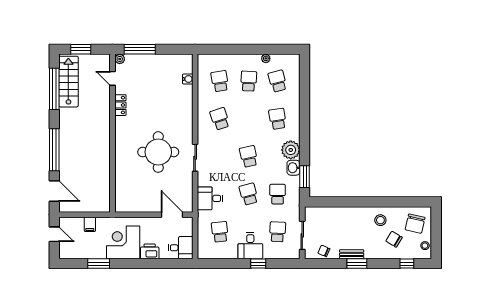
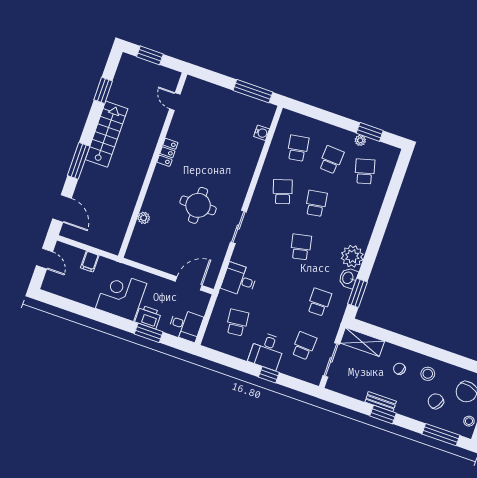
window: (140, 49) -> (253, 91), moved
window: (271, 49) -> (370, 132), added
plant: (120, 59) -> (144, 218), moved
stairs: (68, 82) -> (106, 134), moved
window: (54, 89) -> (103, 90), width x0.47
locker: (120, 105) -> (167, 152), moved
school desk: (278, 119) -> (316, 203), moved
window: (54, 150) -> (79, 161), width x0.68
round table: (158, 152) -> (198, 205), width x0.73, depth x0.73
school desk: (249, 194) -> (286, 291), removed
shelving: (322, 213) -> (362, 342), added
door: (172, 215) -> (189, 283), hinge flipped
chair: (324, 251) -> (399, 369), moved
window: (99, 264) -> (149, 333), moved
window: (407, 264) -> (441, 435), width x2.17

